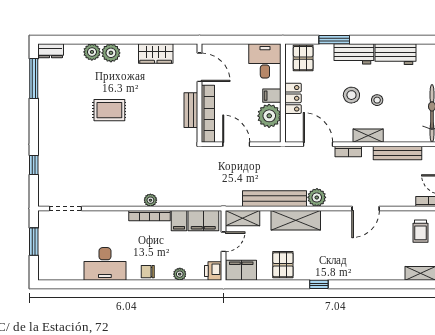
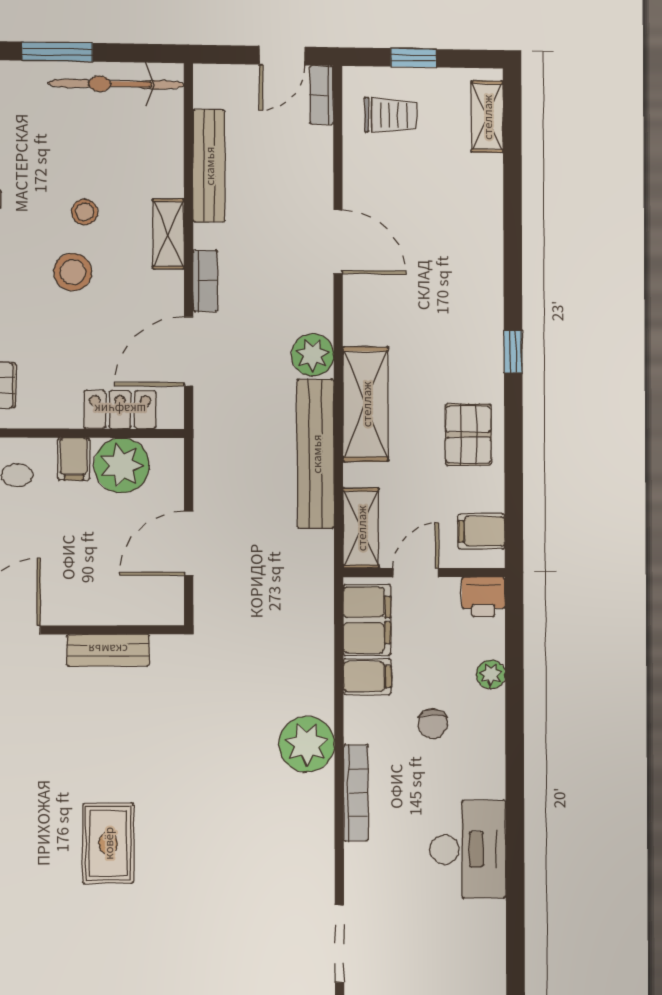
locker: (293, 98) -> (120, 410), moved
bookcase: (208, 114) -> (117, 610), removed
plant: (150, 200) -> (307, 744), width x1.88, depth x1.88
bookcase: (150, 216) -> (356, 793), moved
door: (224, 242) -> (416, 573), hinge flipped
pallet: (283, 265) -> (468, 435), turned 90
filing cabinet: (241, 270) -> (481, 531), width x0.50
chair: (148, 272) -> (433, 724), moved

